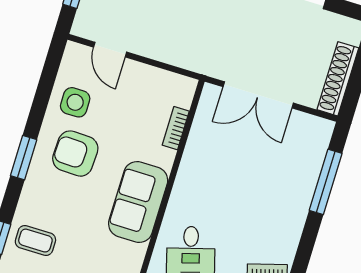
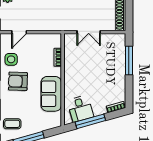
door: (110, 50) -> (19, 32), hinge flipped
double door: (258, 95) -> (89, 32), width x0.73

